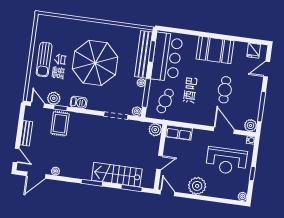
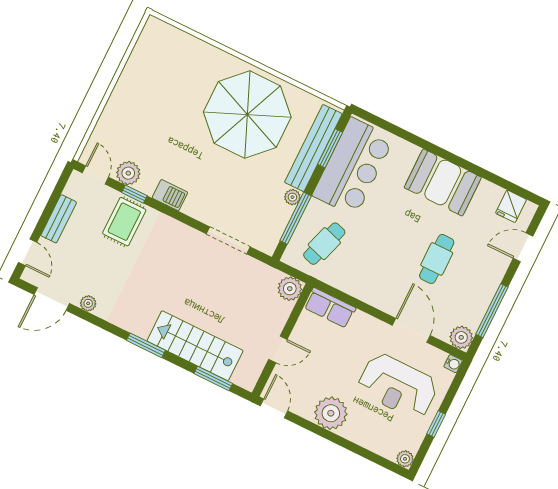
sun lounger: (44, 59) -> (134, 99), removed
parasol: (95, 63) -> (247, 115), moved
plant: (137, 111) -> (268, 245), removed

